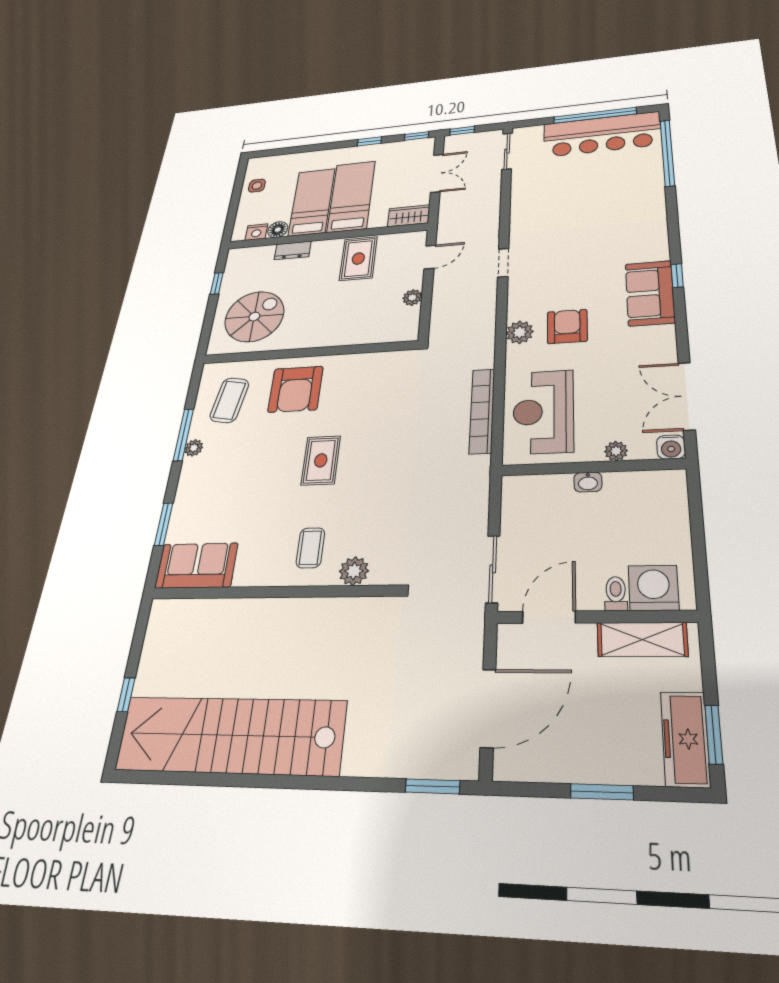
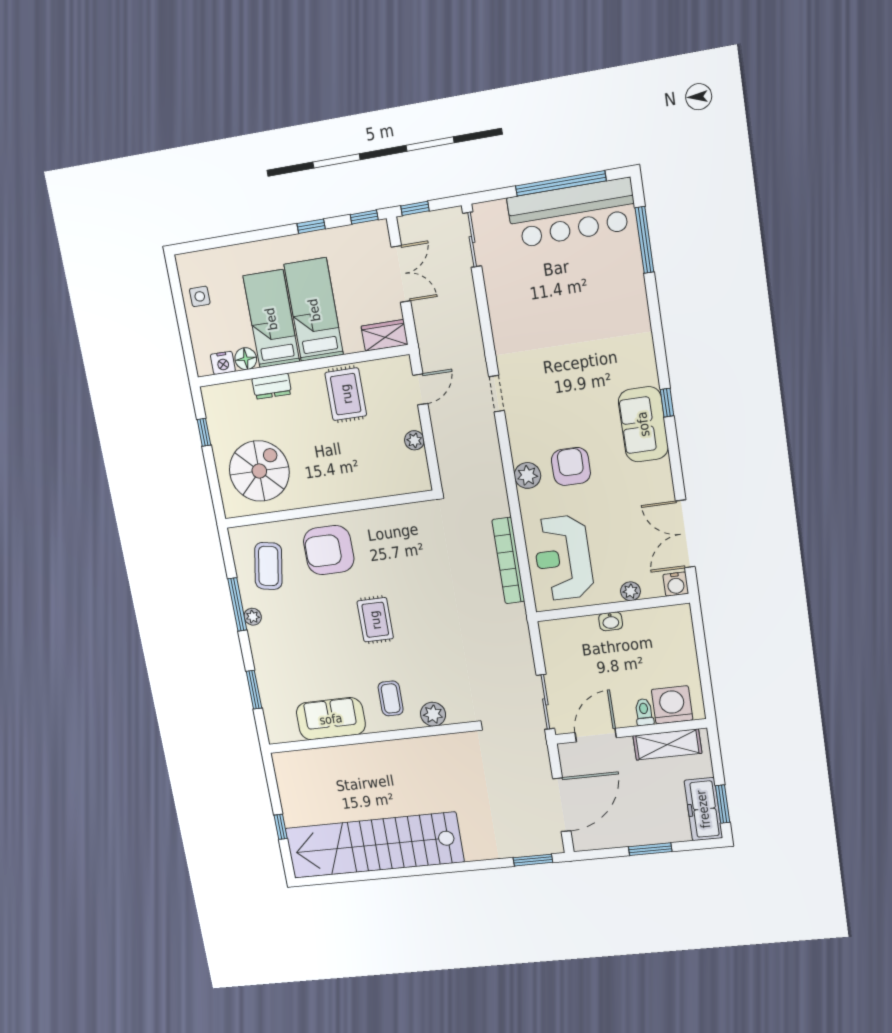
window: (667, 153) -> (644, 240), width x0.68
armchair: (296, 389) -> (329, 550), turned 90
sofa: (196, 566) -> (331, 719), moved

